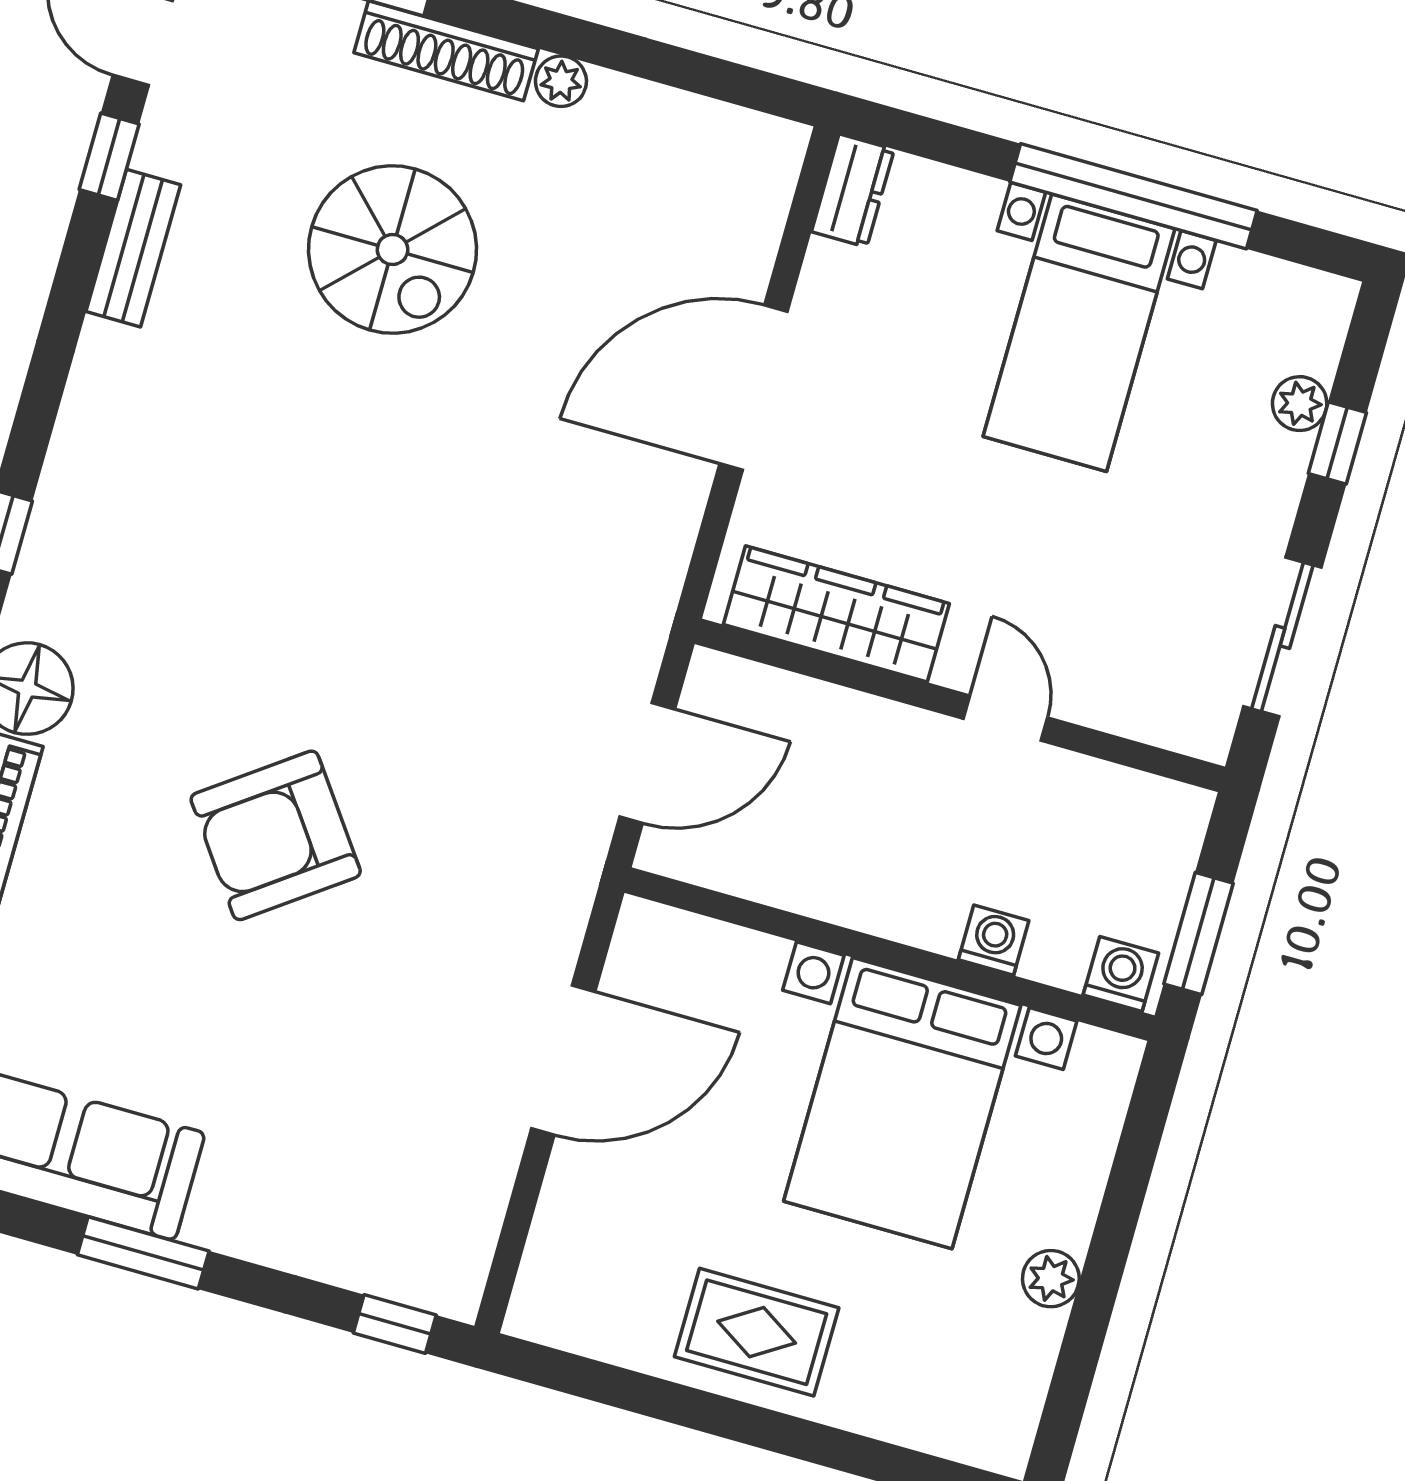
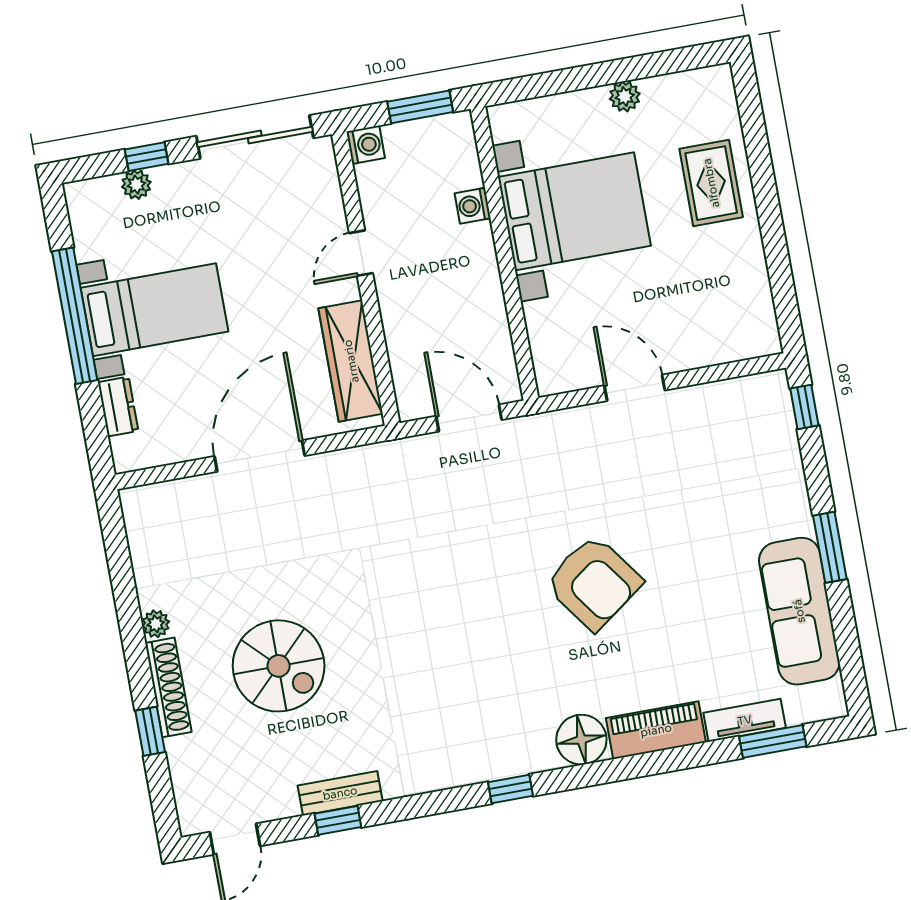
window: (109, 157) -> (338, 820), moved
dresser: (853, 191) -> (118, 407), moved, turned 90
spiral stairs: (393, 250) -> (279, 666), turned 90
door: (753, 388) -> (260, 456), swing flipped
sliding door: (1282, 637) -> (255, 137), width x1.37
washing machine: (1121, 974) -> (366, 145), moved, turned 180
door: (563, 1060) -> (635, 388), width x0.73
rug: (757, 1332) -> (711, 183), moved

